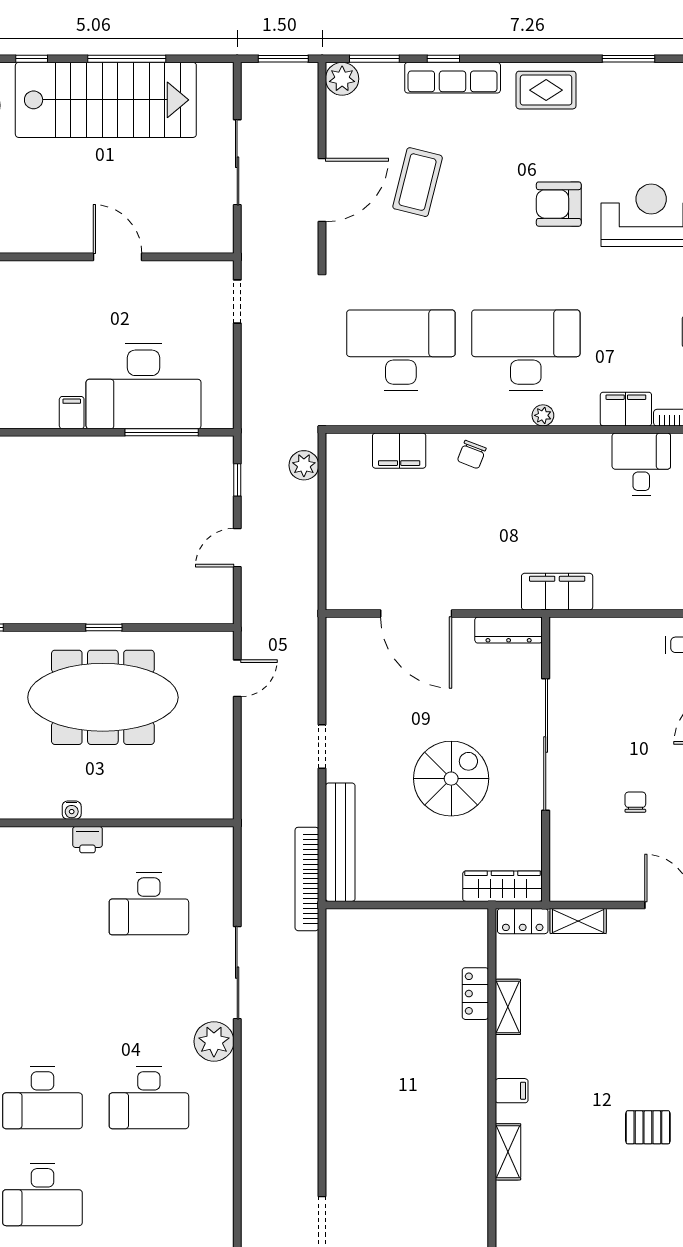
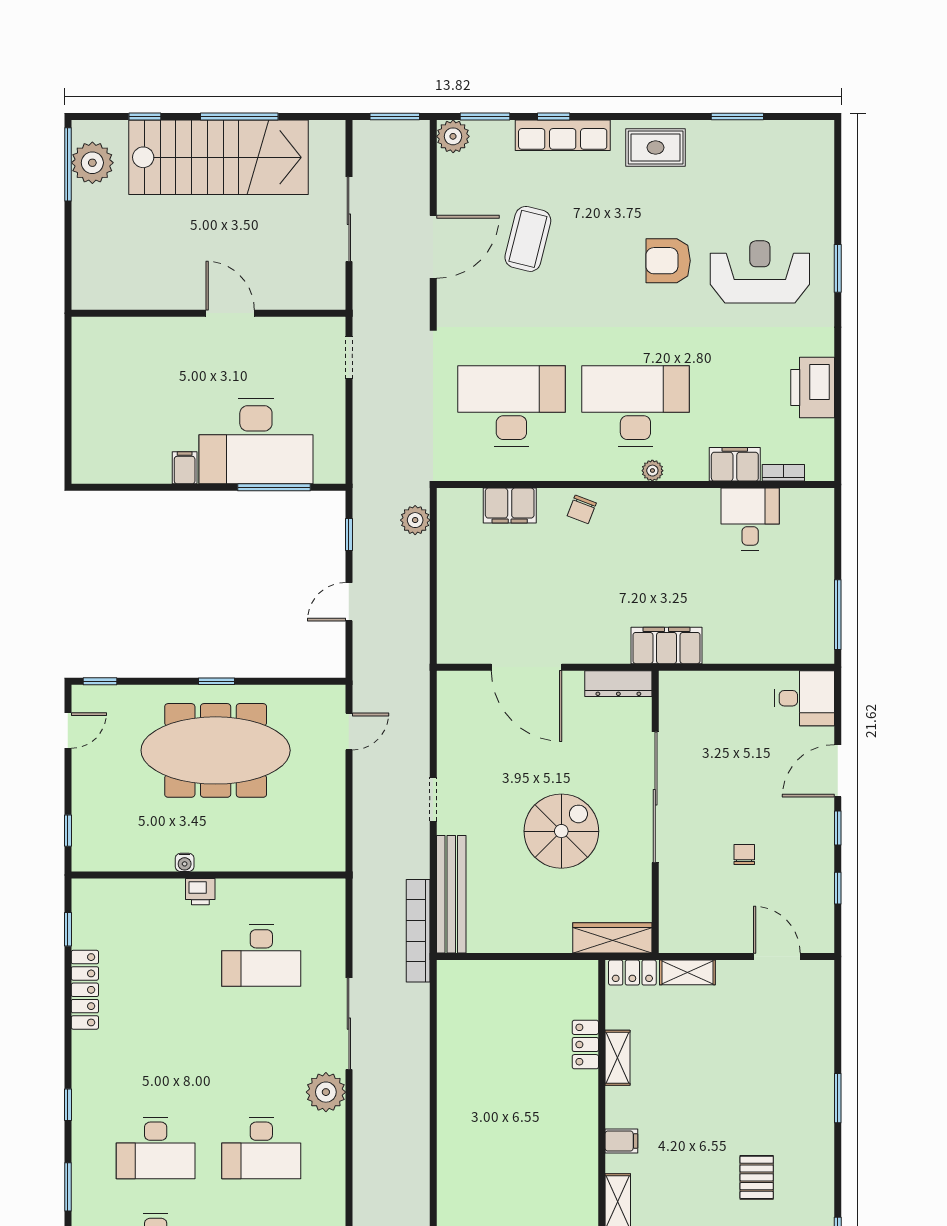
pallet: (648, 1127) -> (757, 1177), turned 90

